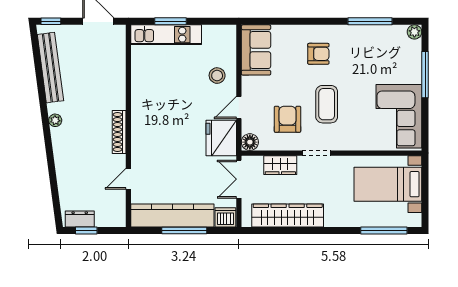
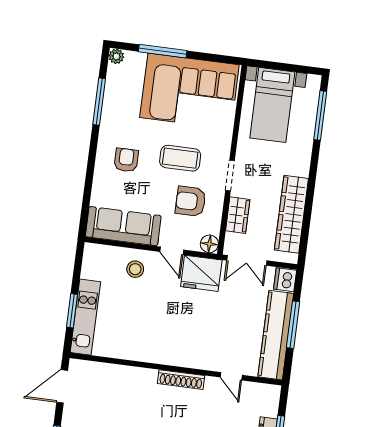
sofa: (256, 50) -> (123, 226), width x1.36
corner sofa: (399, 116) -> (189, 91), width x1.36, depth x1.36

